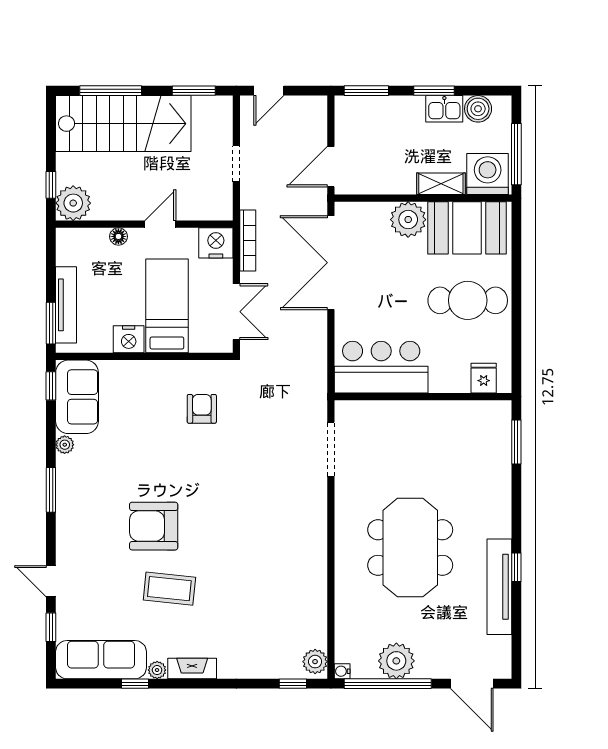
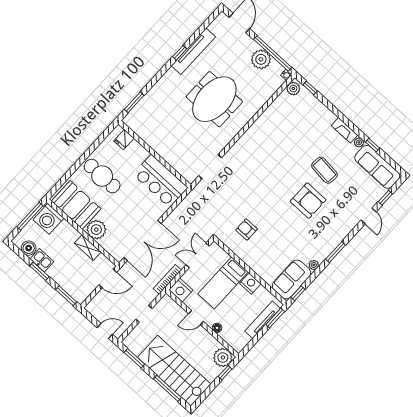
shelving: (441, 184) -> (88, 248), moved
armchair: (202, 409) -> (247, 230), turned 90

